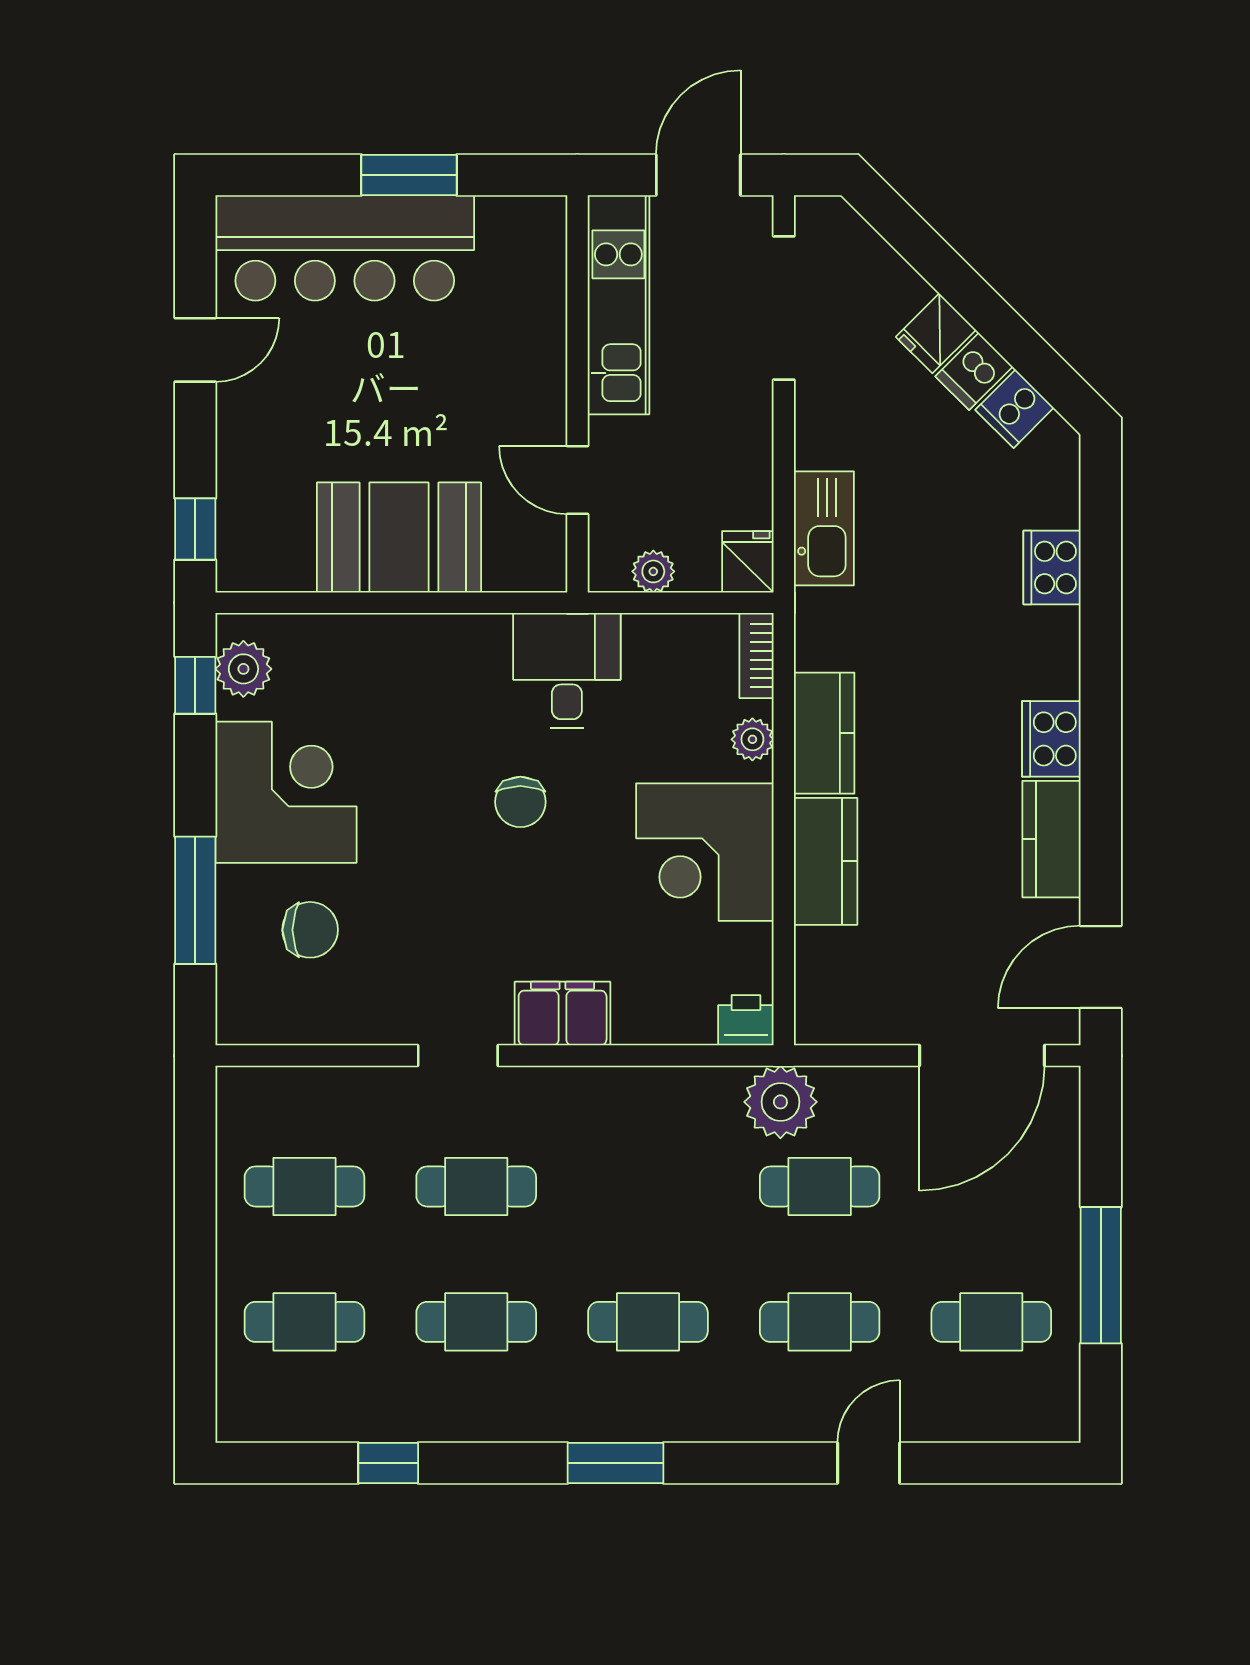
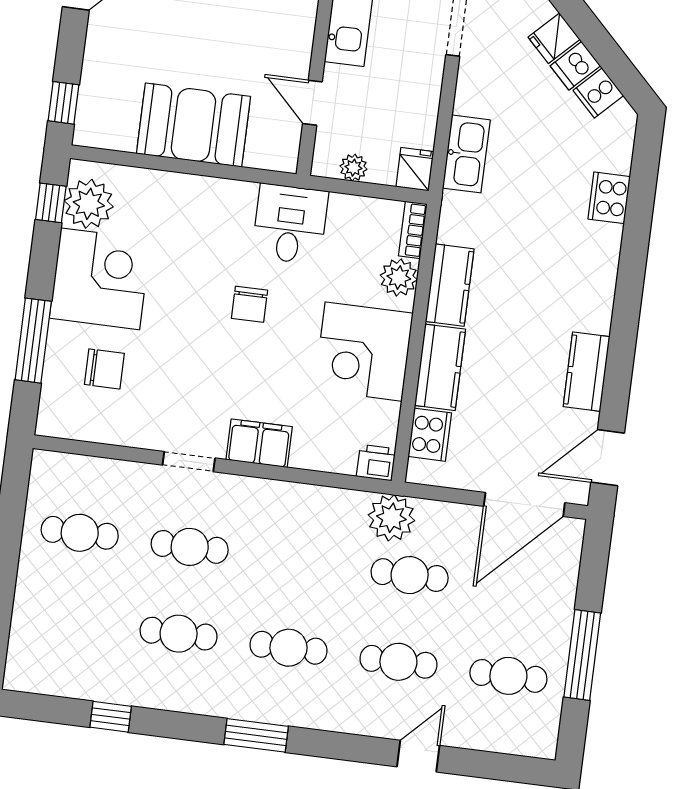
plant: (243, 669) -> (89, 204), width x1.36, depth x1.36
plant: (752, 739) -> (399, 277), width x1.38, depth x1.38
cooker: (1051, 739) -> (430, 435), moved, turned 180
cafe table: (304, 1322) -> (69, 620), removed

